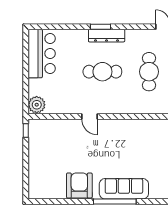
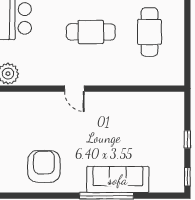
armchair: (79, 185) -> (44, 166), moved

